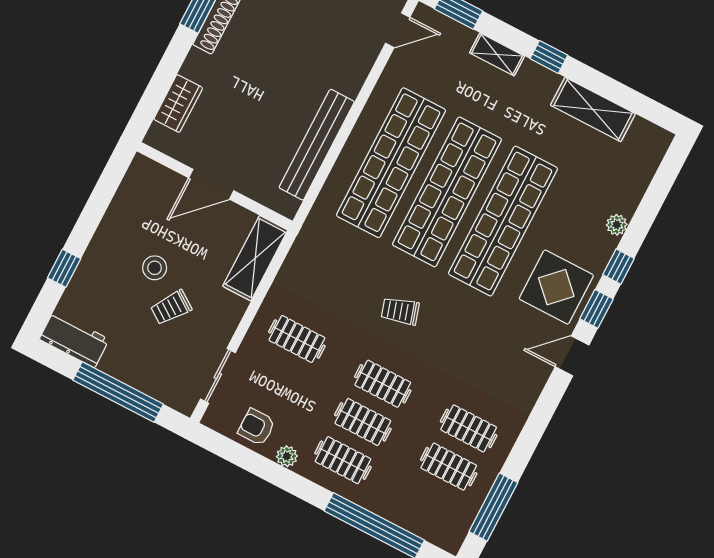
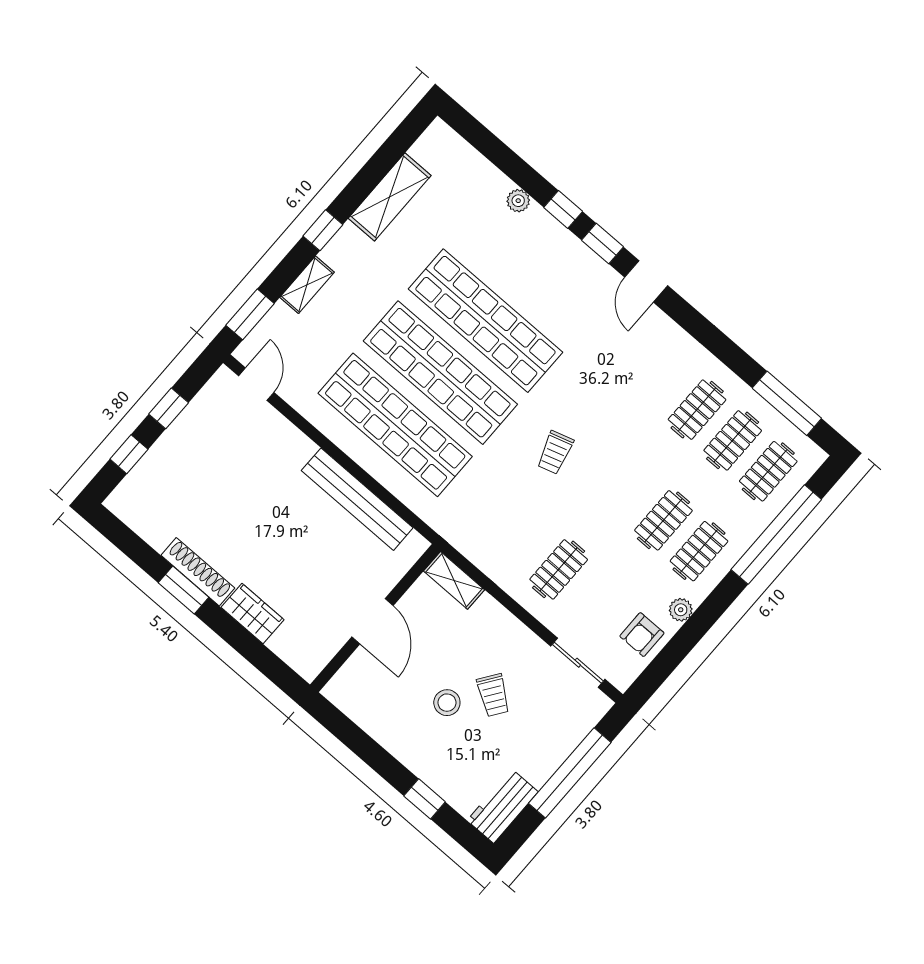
wardrobe: (178, 103) -> (252, 614), moved
shelving: (255, 258) -> (454, 580), width x0.67, depth x0.75
display table: (556, 287) -> (569, 281), removed
clothes rail: (383, 384) -> (768, 471), moved

